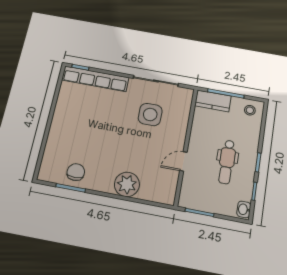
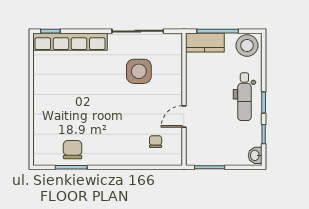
stool: (250, 110) -> (247, 46), width x1.89, depth x1.89
dental chair: (227, 162) -> (244, 97), moved
chair: (153, 179) -> (156, 142), added
plant: (127, 184) -> (129, 152), removed

